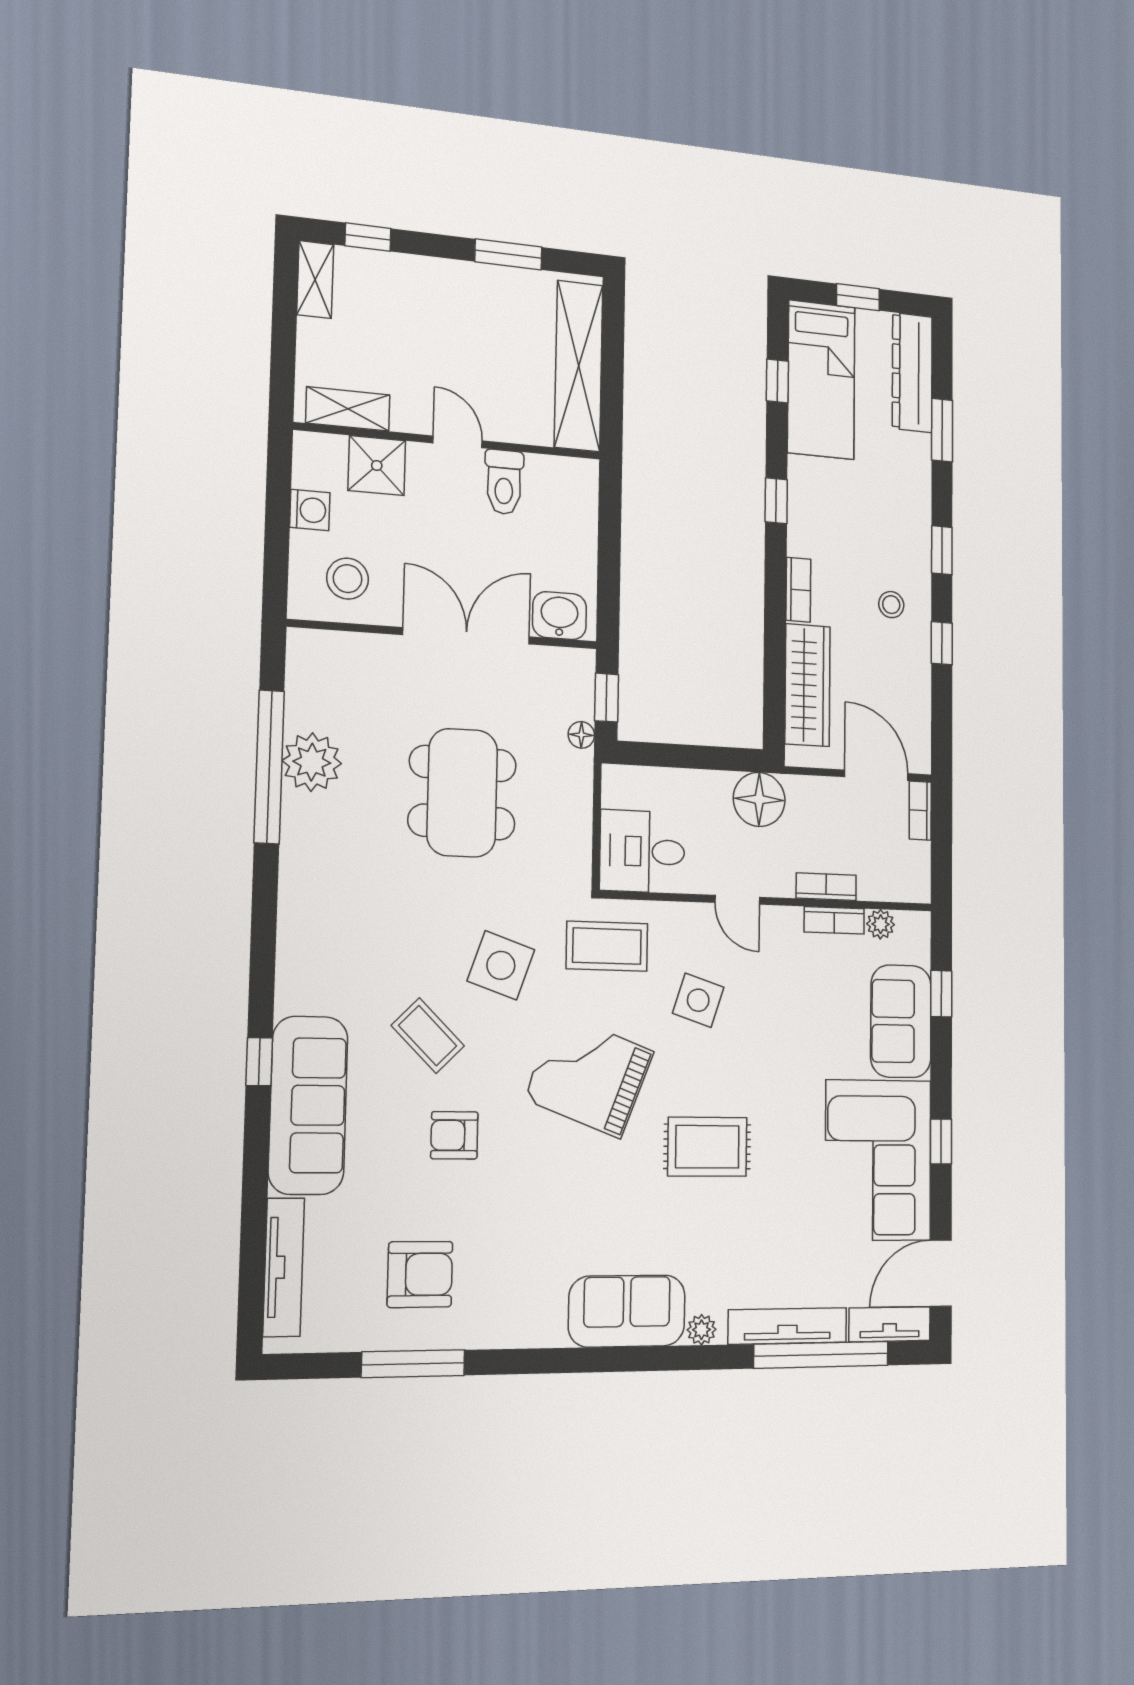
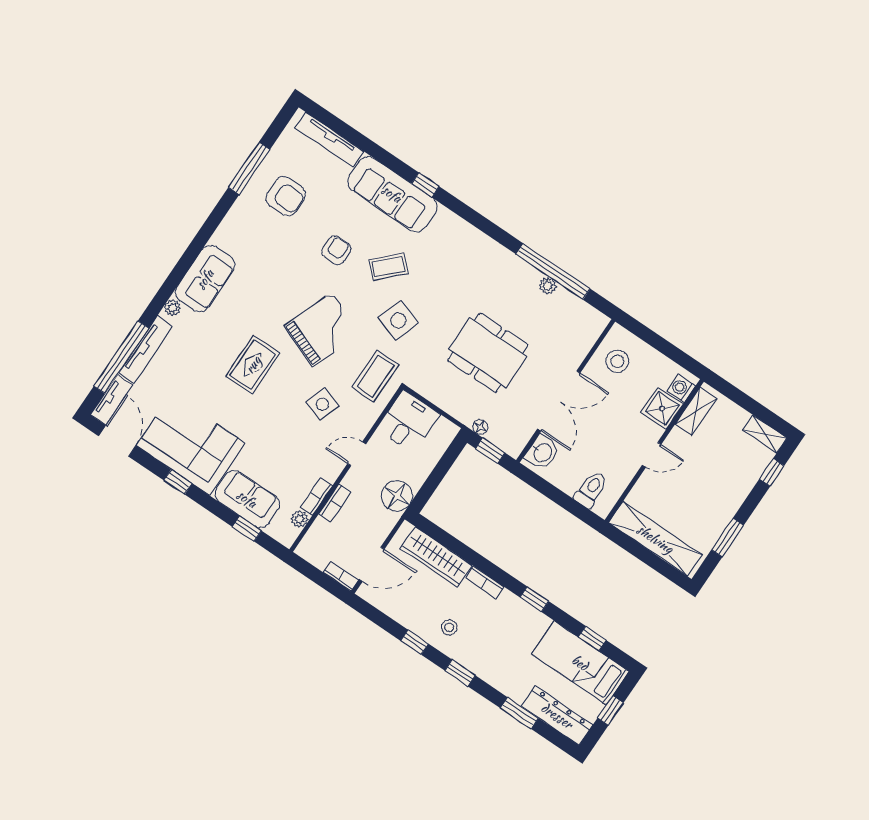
toilet: (504, 482) -> (591, 489), moved, turned 90
washing machine: (310, 510) -> (681, 388), moved, turned 90
plant: (312, 762) -> (548, 286), width x0.53, depth x0.53
armchair: (420, 1274) -> (286, 196), turned -90

